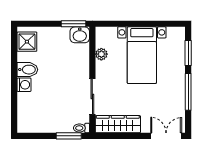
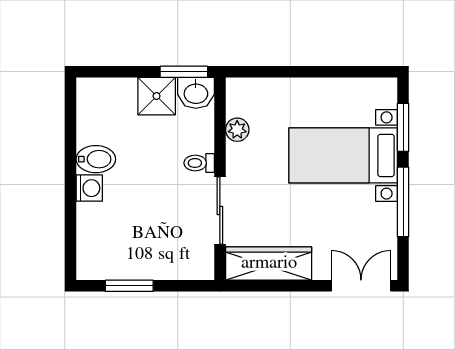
shower: (27, 42) -> (157, 96), moved
bed with nightstands: (142, 55) -> (343, 155), moved, turned 90
toilet: (81, 128) -> (199, 163), moved
window: (69, 136) -> (129, 286), moved

